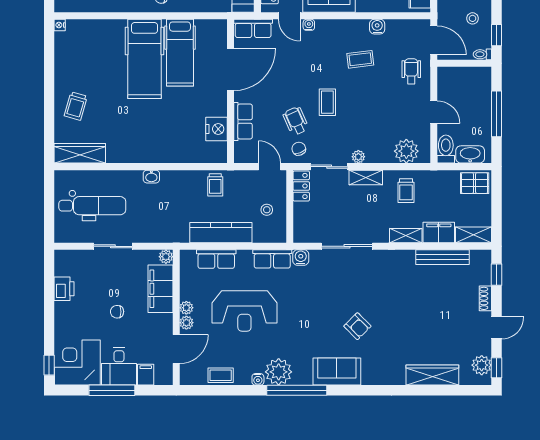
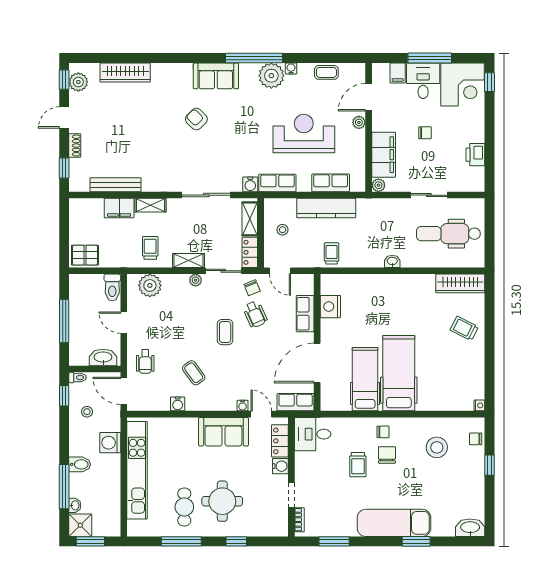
coffee table: (360, 59) -> (194, 373), turned 61
trolley: (76, 106) -> (464, 328), turned -79
washbasin: (470, 154) -> (103, 357), moved, turned 180
shelving: (474, 235) -> (250, 219), moved, turned 90
plant: (186, 308) -> (359, 137), removed

